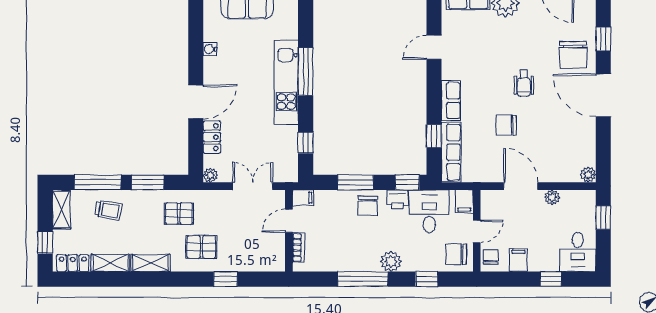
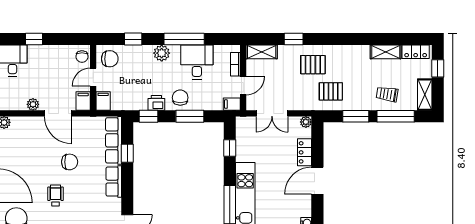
desk: (429, 211) -> (197, 62), moved, turned 180
filing cabinet: (518, 260) -> (83, 101), moved, turned 180
shelving: (150, 263) -> (262, 52), moved

